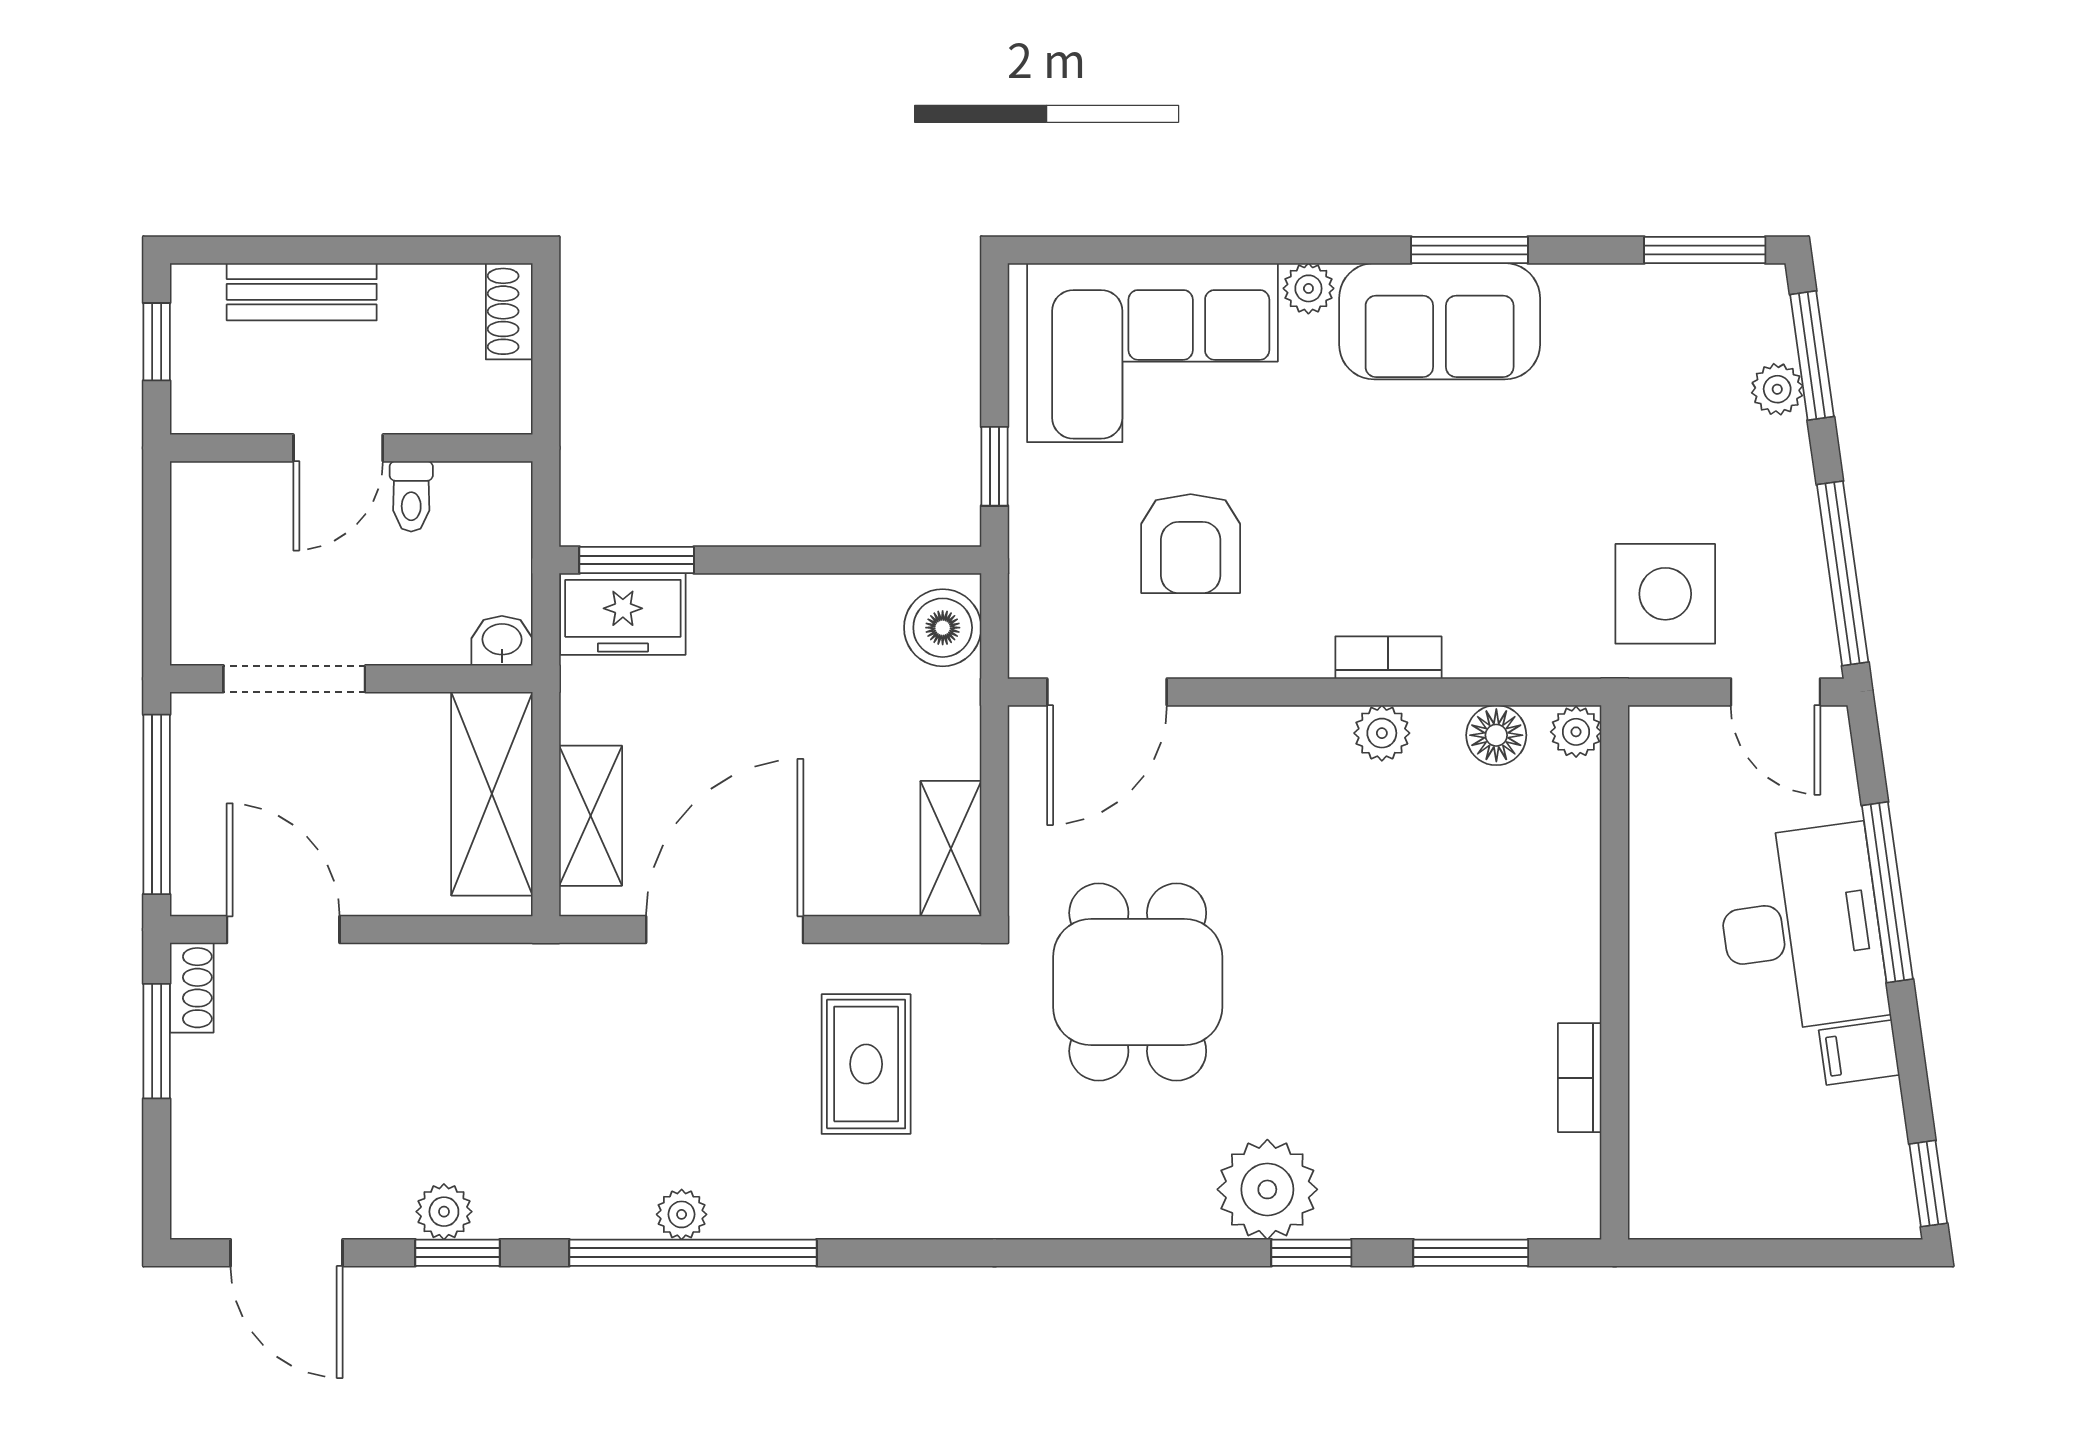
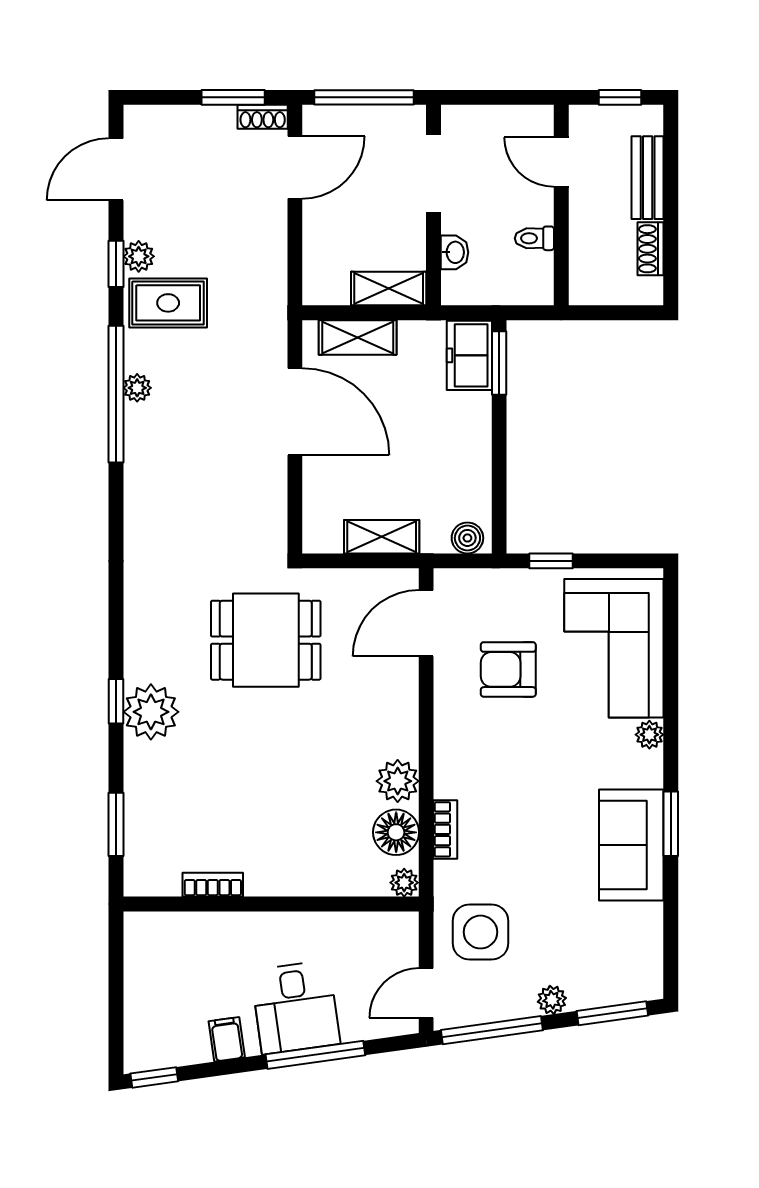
window: (1705, 250) -> (671, 954), removed
shoe rack: (509, 311) -> (650, 249), moved, turned -90
sofa: (1440, 321) -> (631, 845), moved
plant: (1777, 389) -> (552, 1000), moved
door: (338, 448) -> (561, 162), moved
boiler: (943, 628) -> (467, 538), width x0.73, depth x0.73
washbasin: (502, 641) -> (455, 252), moved
bookcase: (1388, 658) -> (445, 829), moved
door: (1107, 692) -> (426, 623), hinge flipped
plant: (1382, 733) -> (398, 781), width x1.38, depth x1.38
floor lamp: (1496, 735) -> (396, 832), width x1.38, depth x1.38
shelving: (492, 794) -> (389, 289), width x0.67, depth x0.75
shelving: (951, 849) -> (382, 537), moved
desk: (1801, 928) -> (295, 1007), width x0.73
rug: (866, 1064) -> (168, 303), moved
window: (1311, 1253) -> (116, 701), moved

